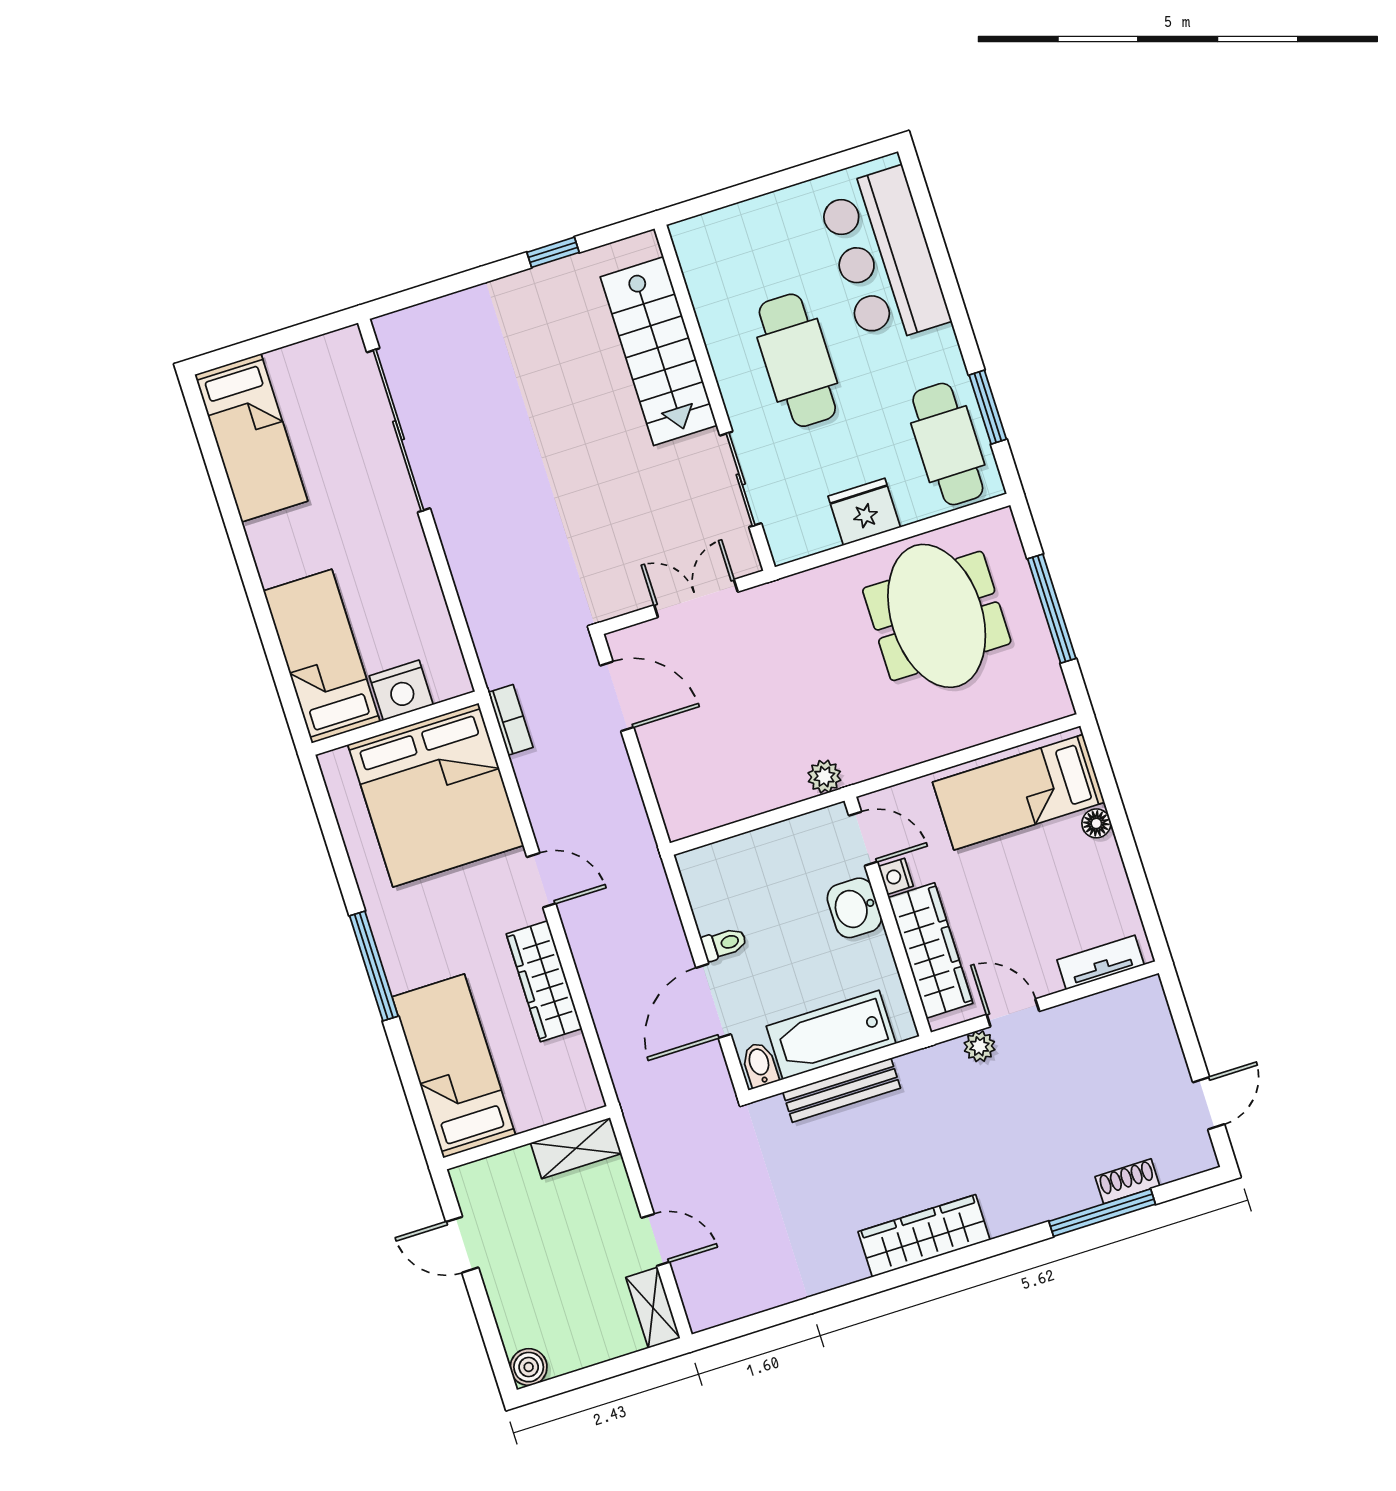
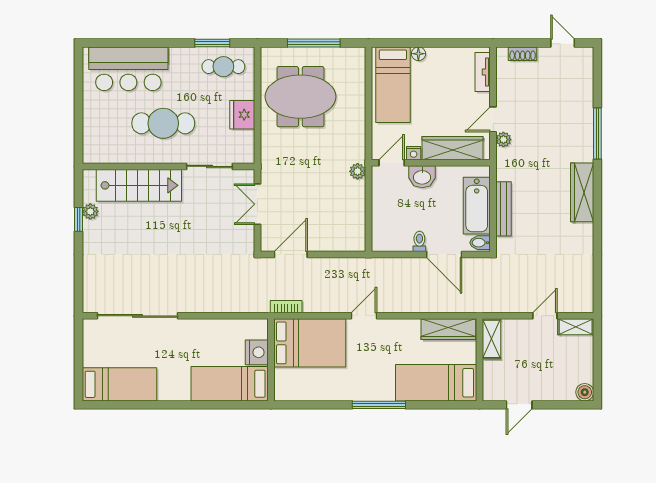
plant: (576, 271) -> (90, 211), added
cafe table: (948, 444) -> (223, 67), width x0.73, depth x0.74
bed: (436, 795) -> (310, 343), width x0.73
wardrobe: (544, 981) -> (448, 329), moved
shoe rack: (1127, 1181) -> (523, 54), moved, turned -90
window: (1102, 1213) -> (597, 133), moved

